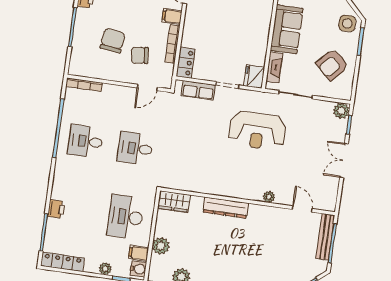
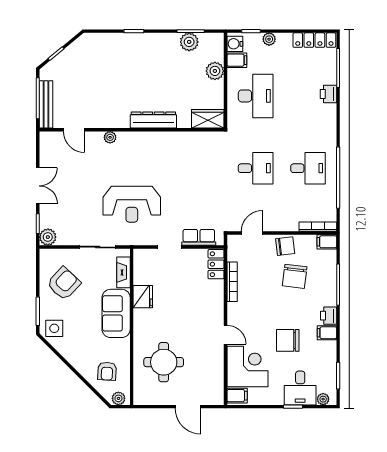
filing cabinet: (172, 16) -> (327, 242), moved, turned 180
chair: (140, 55) -> (285, 246), moved
fridge: (254, 77) -> (143, 297), moved
reception desk: (257, 131) -> (132, 204), turned 180

